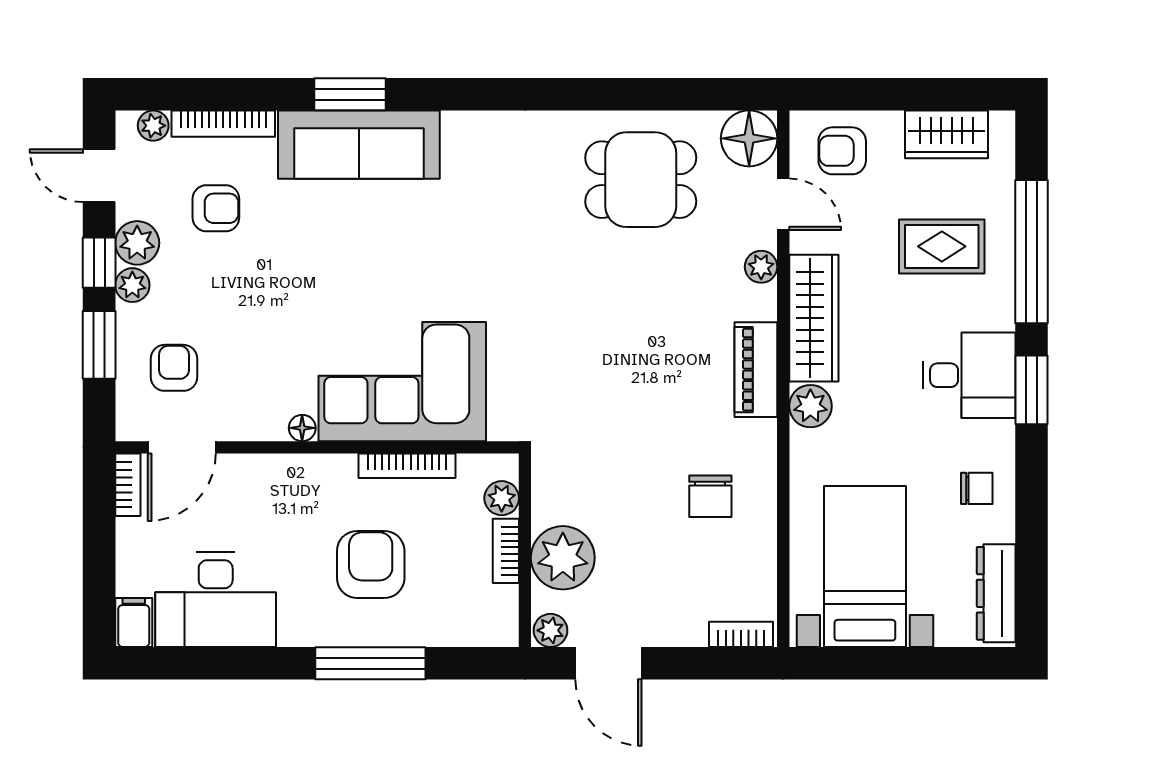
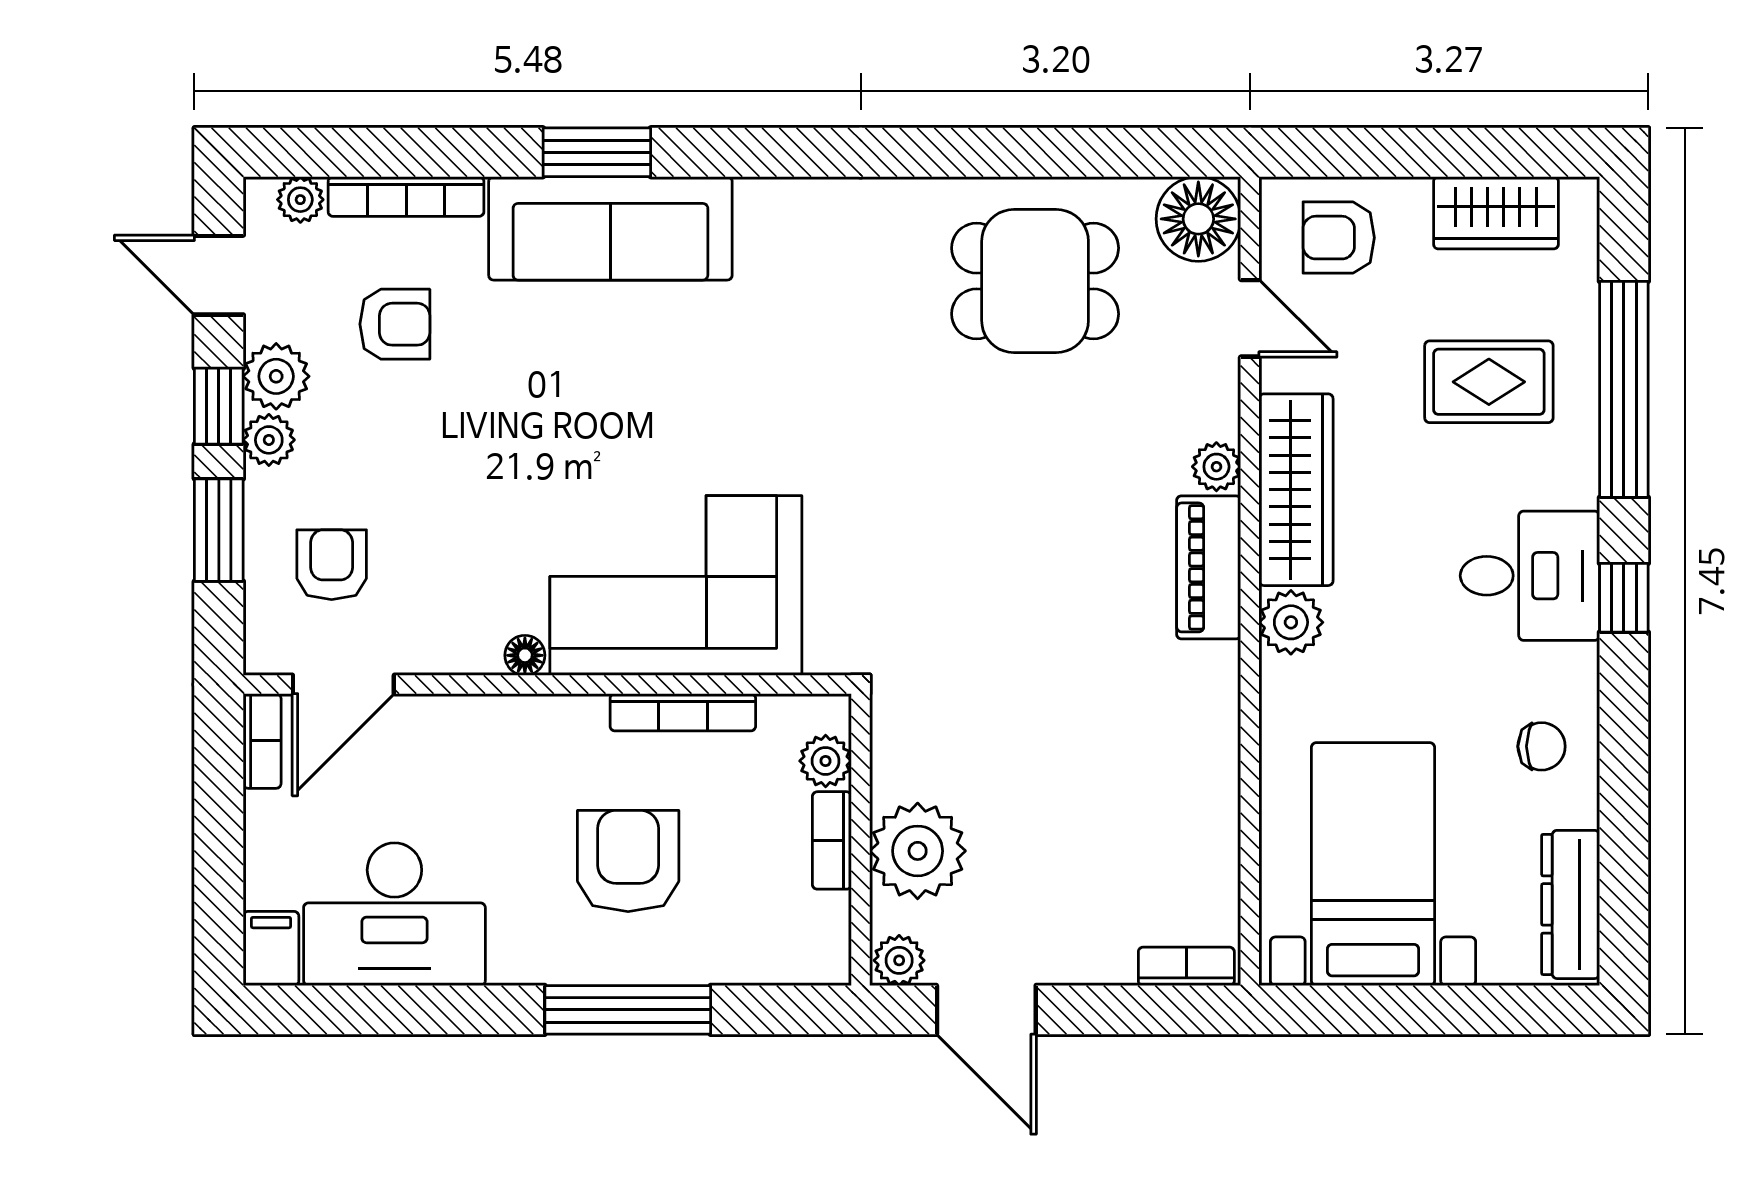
plant: (761, 267) -> (1216, 467), moved
window: (1031, 390) -> (1624, 598), width x0.67
chair: (710, 496) -> (1140, 758), removed

